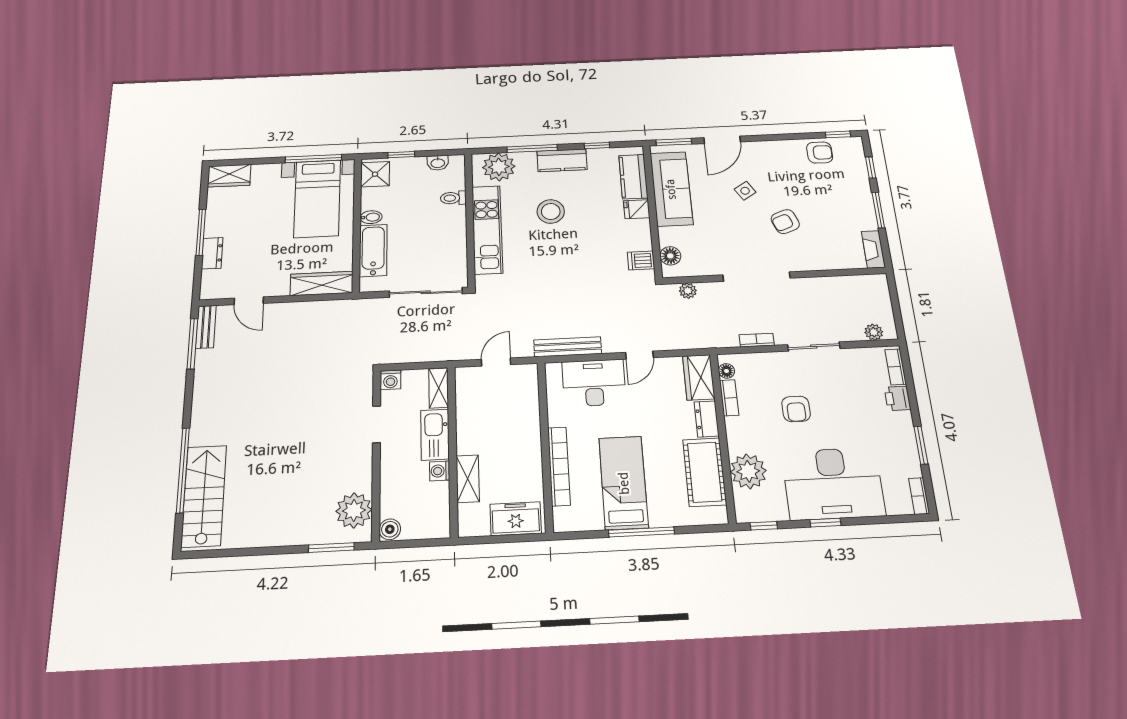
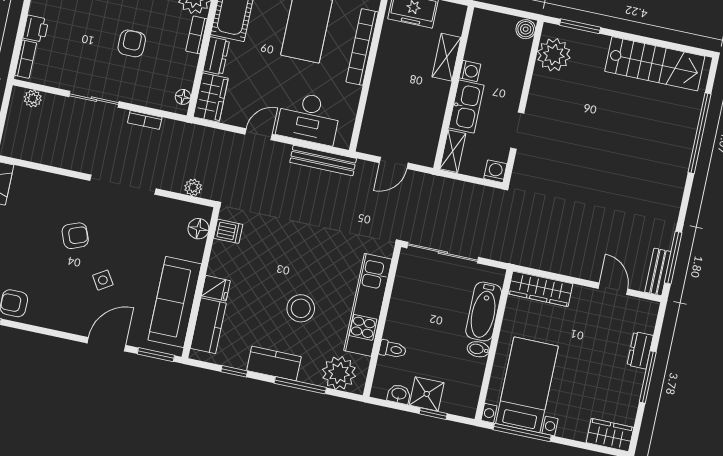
shower: (375, 174) -> (427, 394), moved
bookcase: (729, 398) -> (197, 35), moved
stairs: (204, 496) -> (655, 64), moved, turned -90

